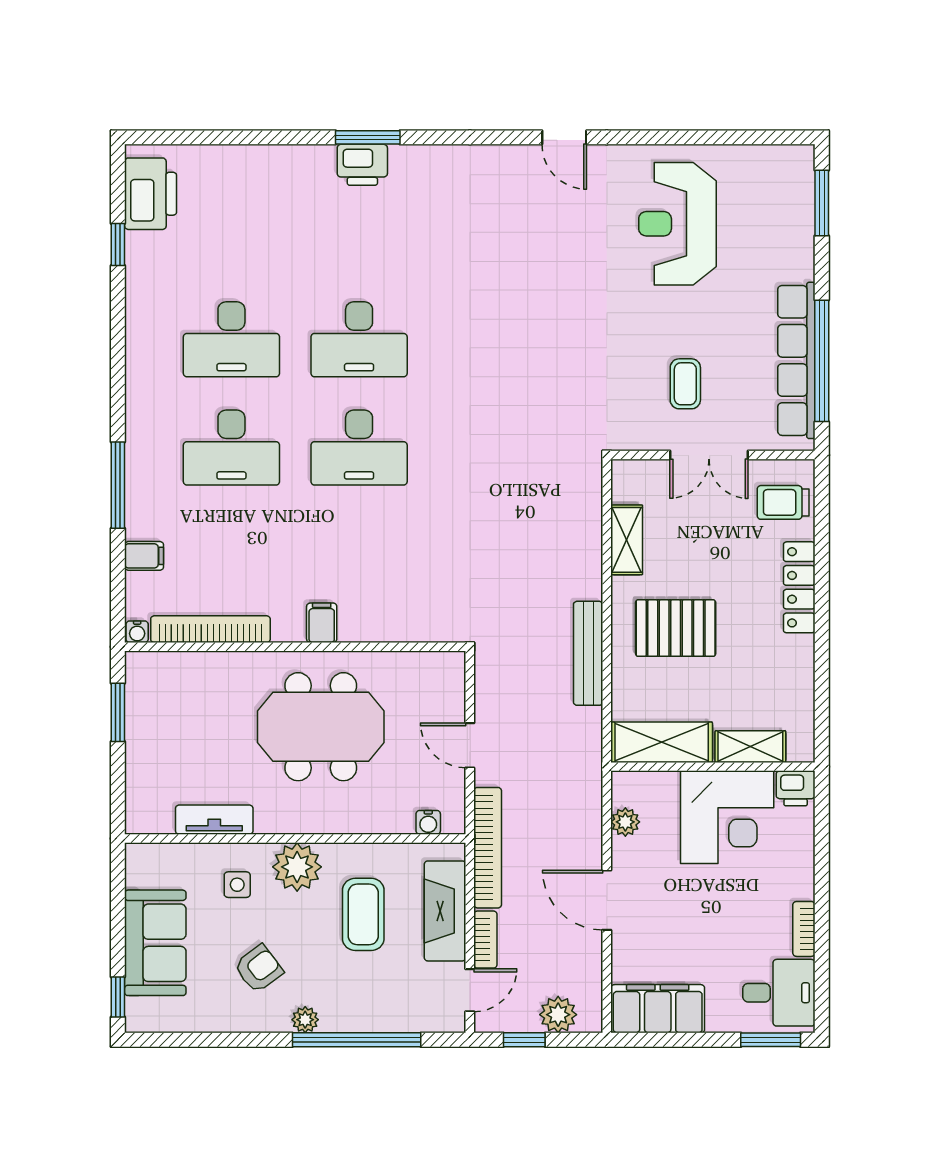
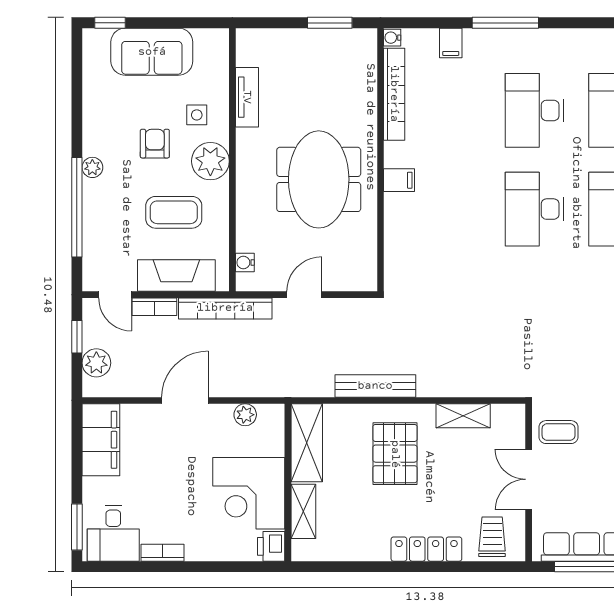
coffee table: (685, 384) -> (559, 432), moved
armchair: (259, 969) -> (155, 144), moved, turned -143

